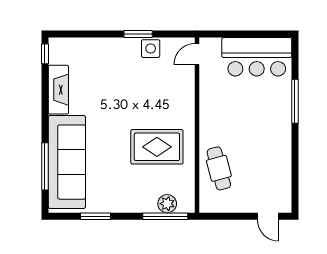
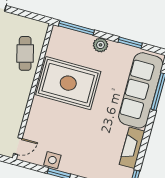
rug: (157, 147) -> (68, 83), width x1.37, depth x1.44
plant: (167, 204) -> (100, 45), moved

